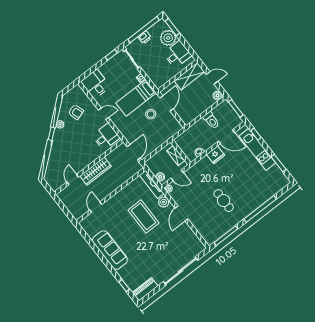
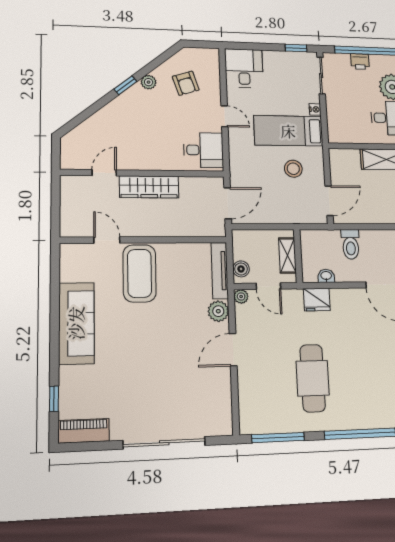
door: (166, 103) -> (329, 201), moved
toilet: (211, 120) -> (351, 244), moved
fridge: (216, 155) -> (317, 300), moved
cafe table: (224, 201) -> (313, 378), width x1.37, depth x1.35
door: (96, 207) -> (107, 240), hinge flipped
coffee table: (144, 216) -> (140, 273), moved

